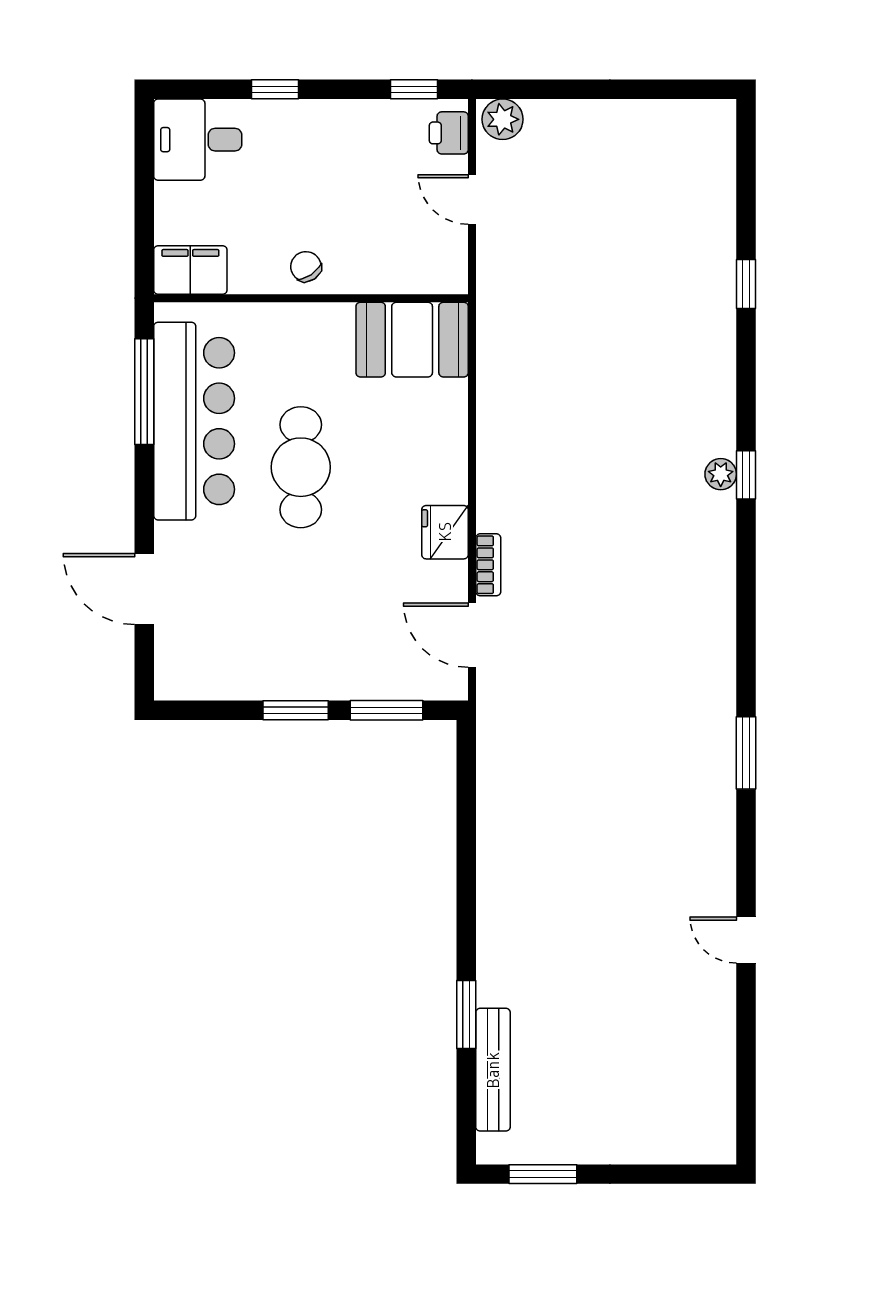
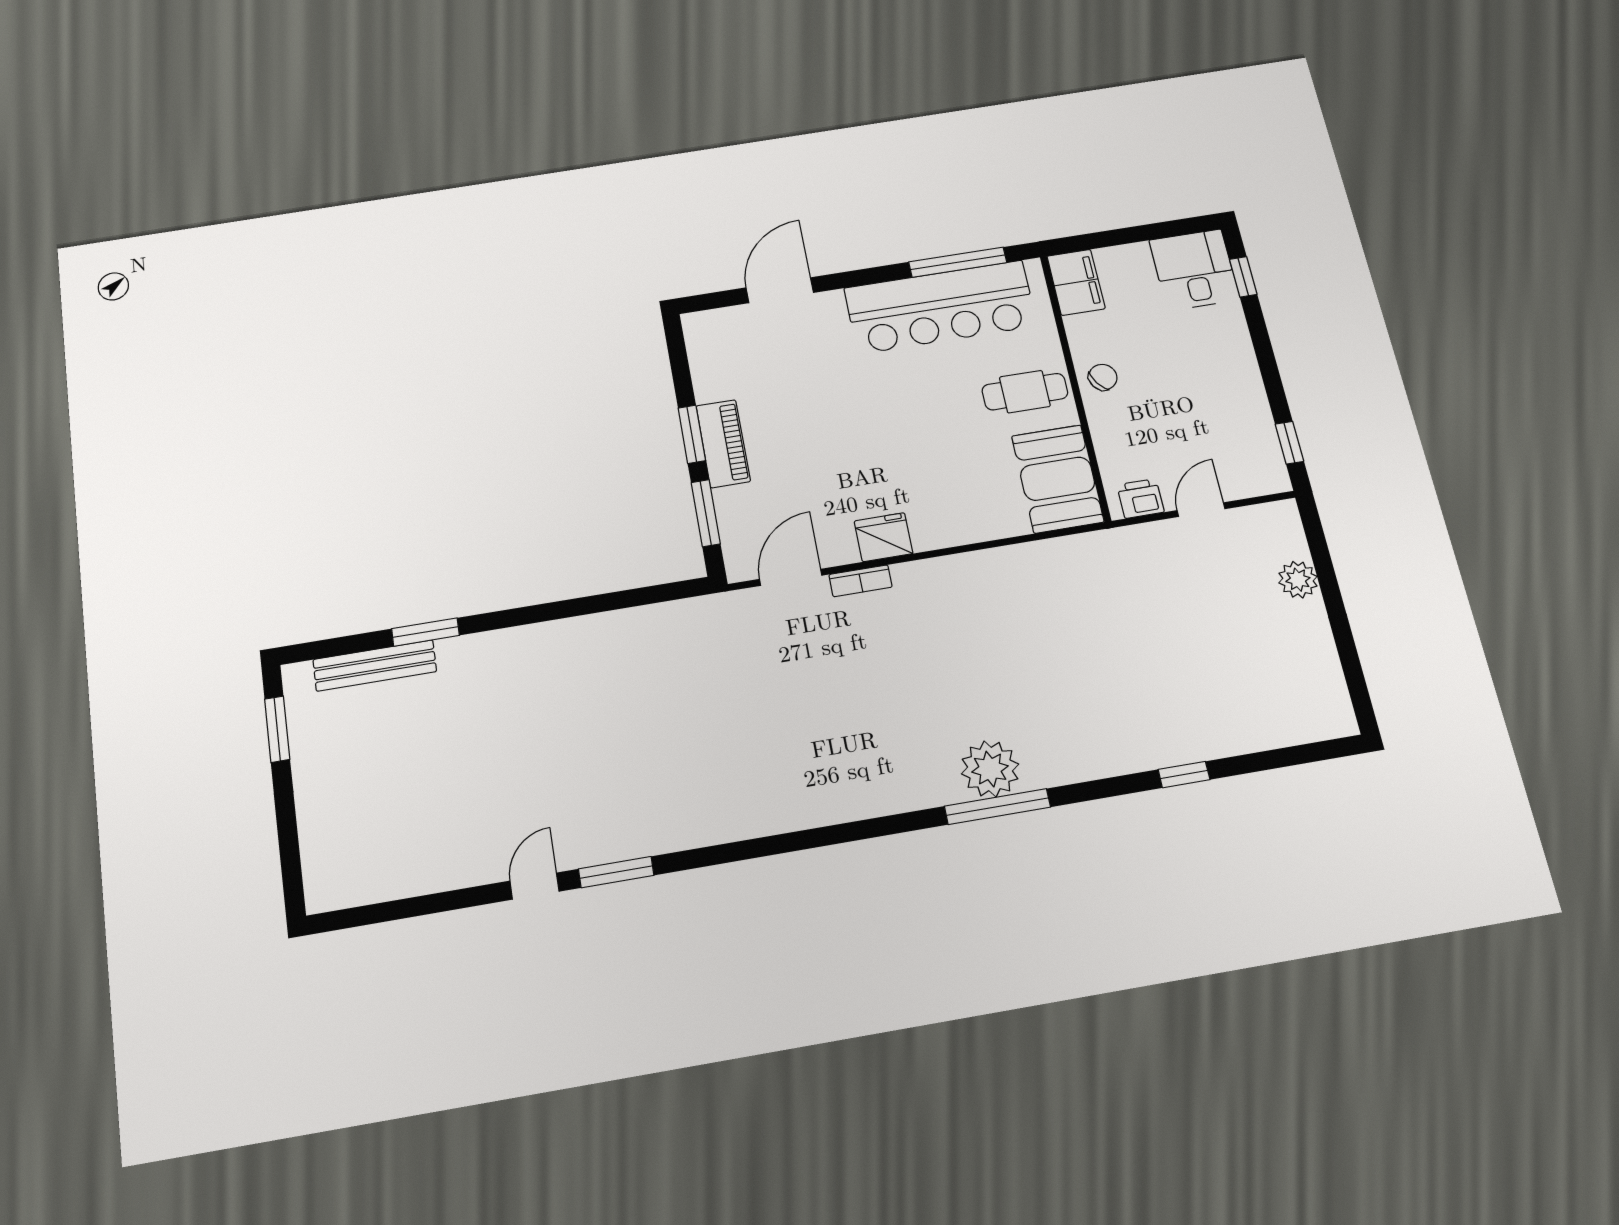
window: (275, 89) -> (1243, 277), moved
plant: (503, 119) -> (1298, 580), moved
printer: (449, 133) -> (1141, 498), moved
cafe table: (301, 467) -> (1025, 392), moved, width x0.73, depth x0.74
plant: (721, 474) -> (990, 769), width x1.88, depth x1.88
window: (746, 475) -> (997, 807), width x2.17
piano: (312, 679) -> (723, 444), added
window: (746, 753) -> (616, 872), moved

